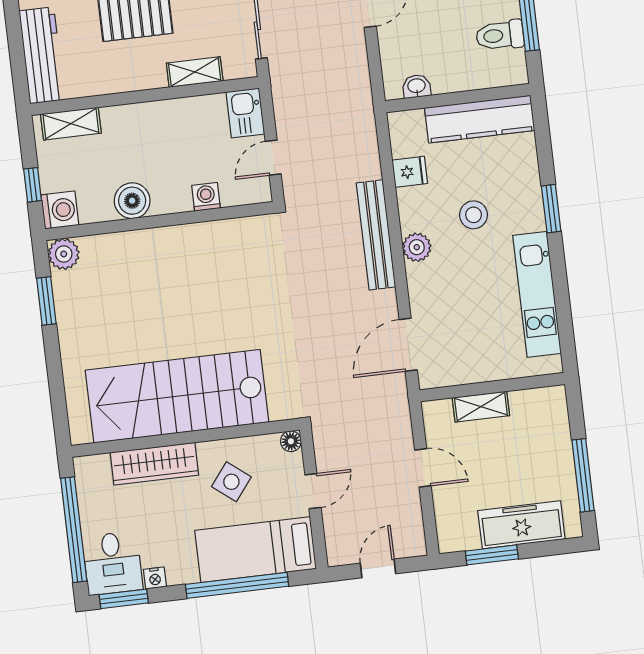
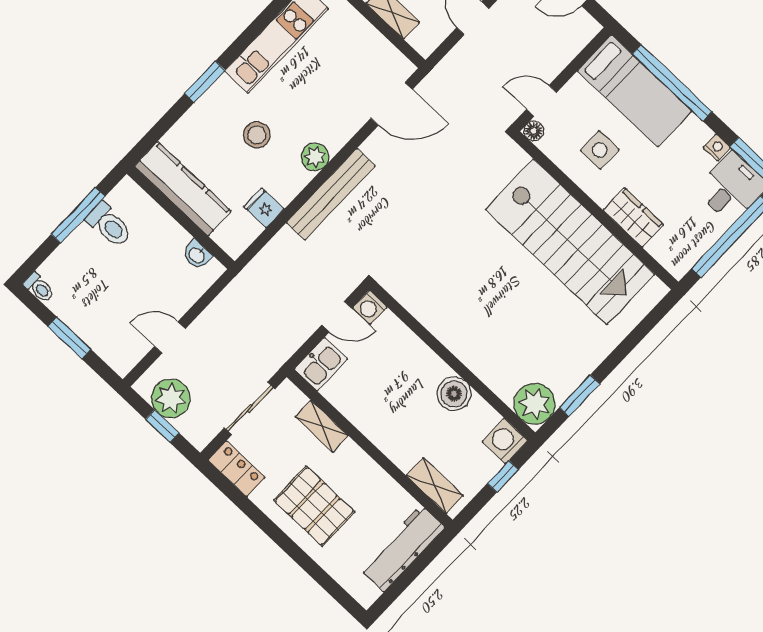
washing machine: (206, 197) -> (370, 307), moved
plant: (64, 254) -> (535, 404), width x1.36, depth x1.36
wardrobe: (154, 464) -> (633, 217), width x0.67
side table: (231, 482) -> (600, 150), turned -38
door: (313, 491) -> (541, 101), moved

